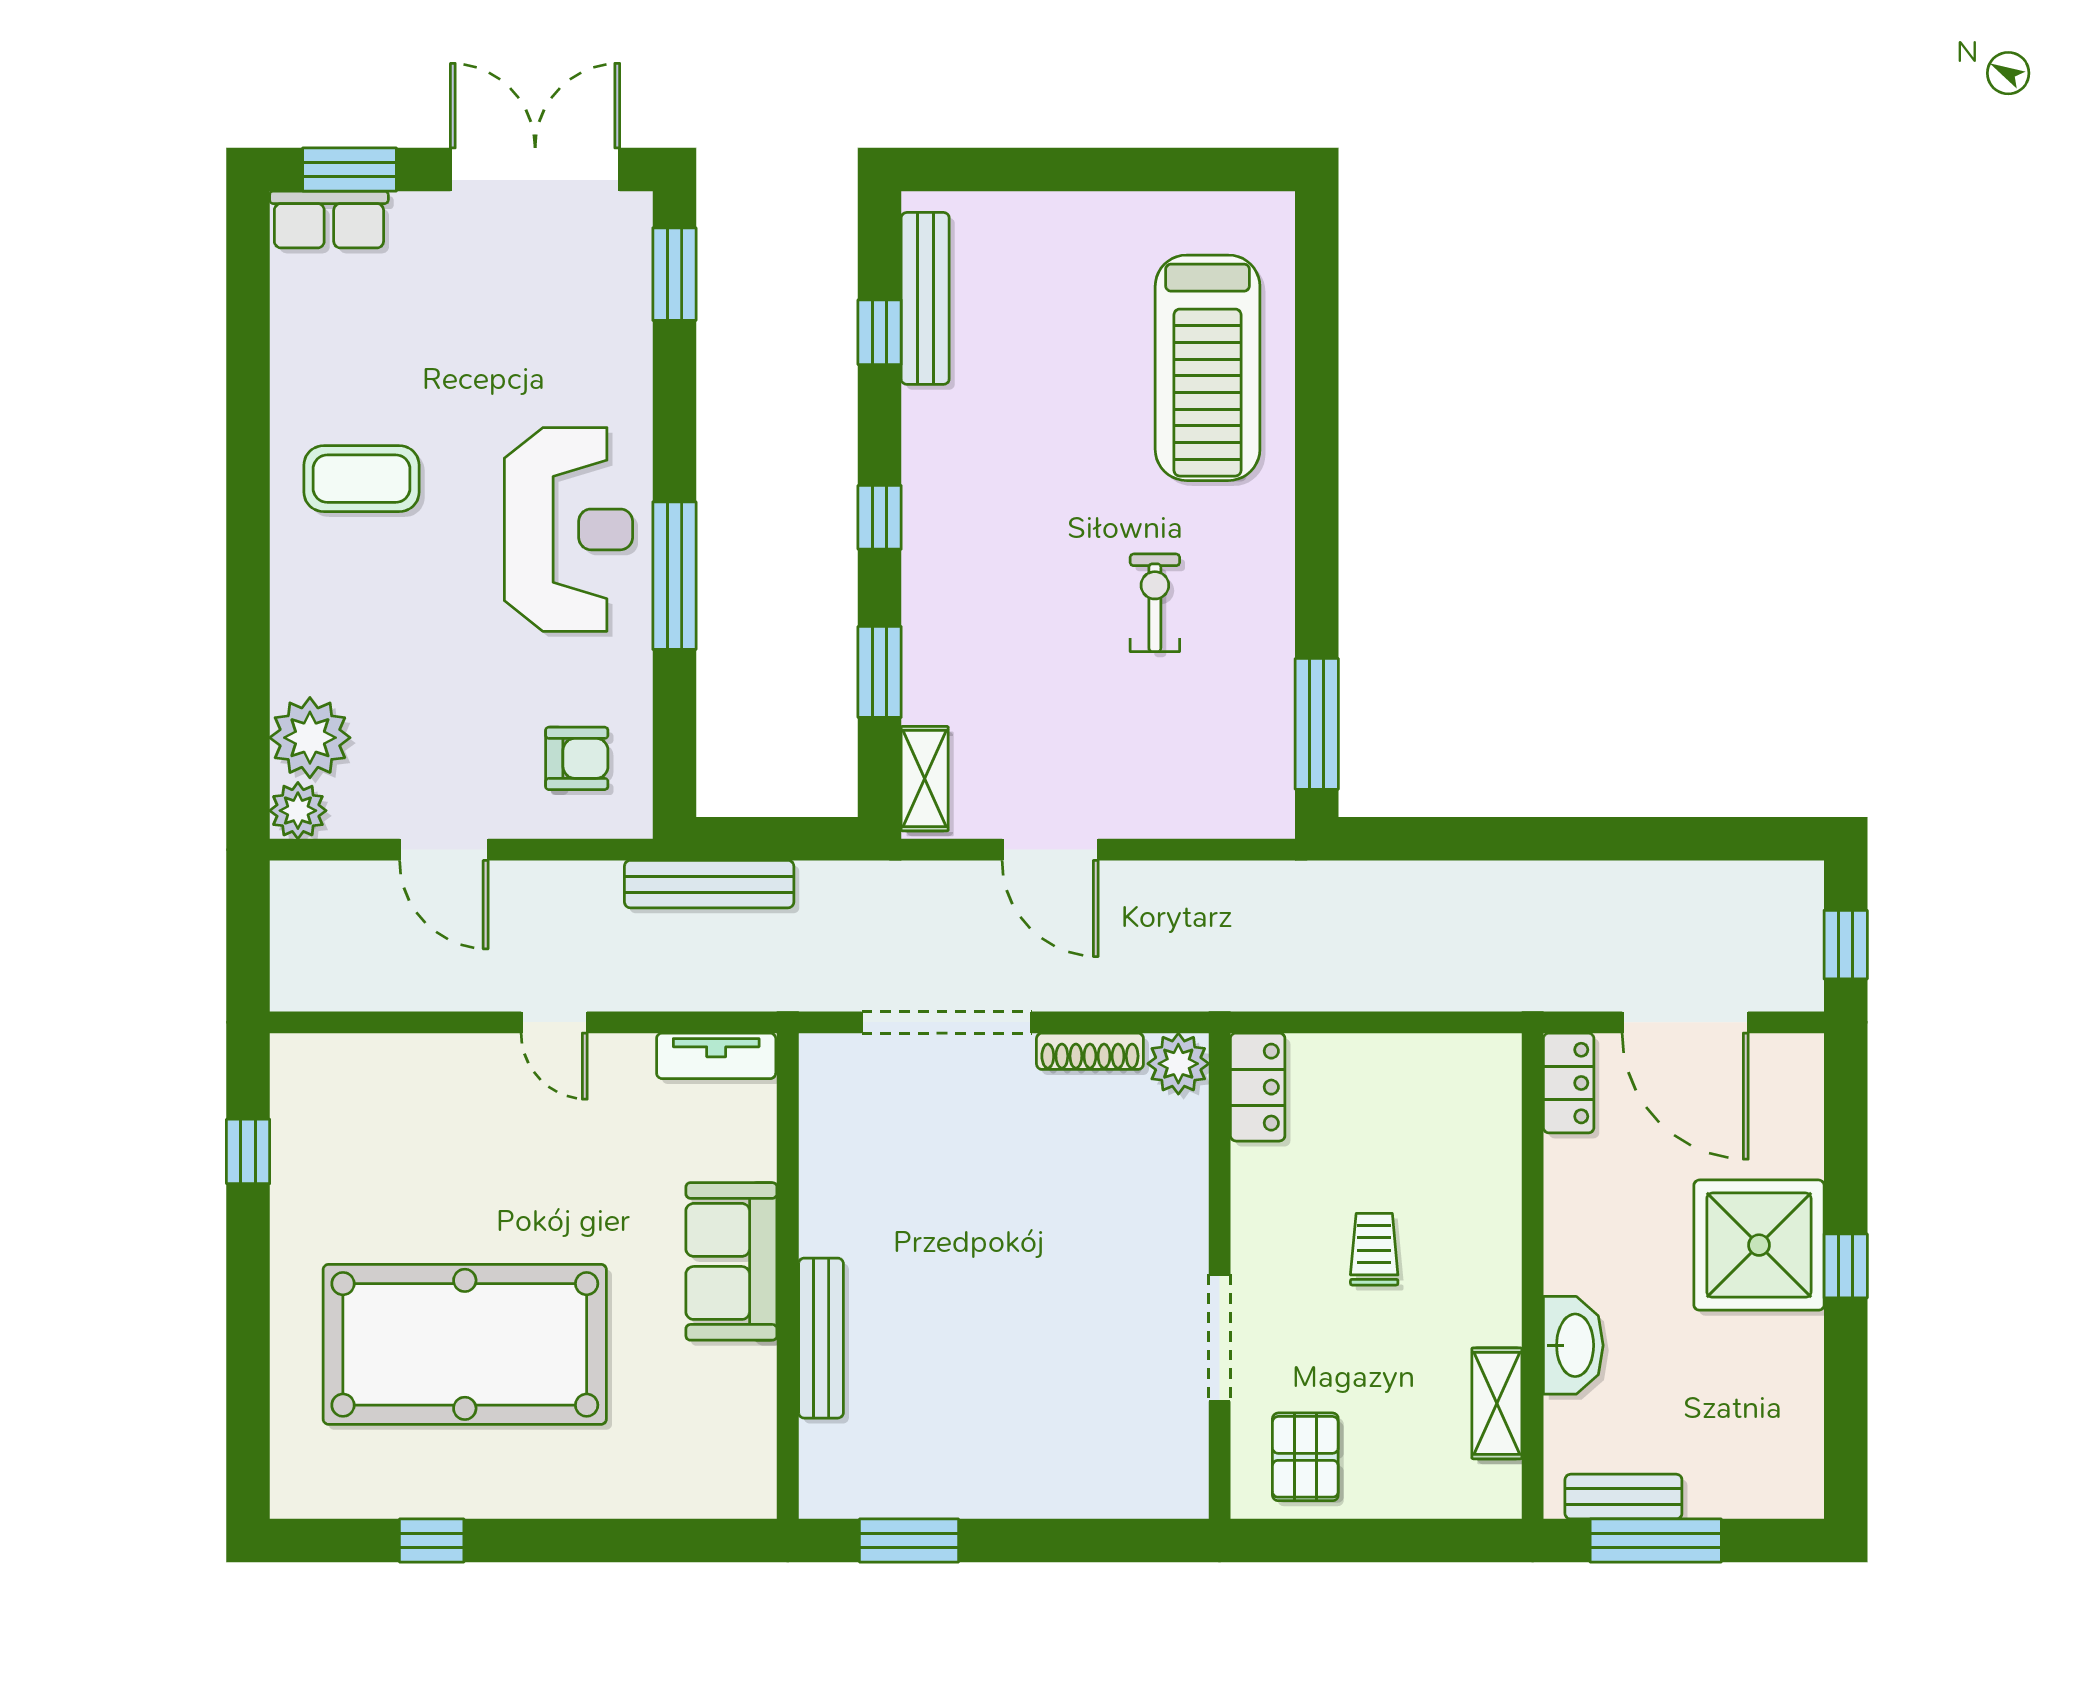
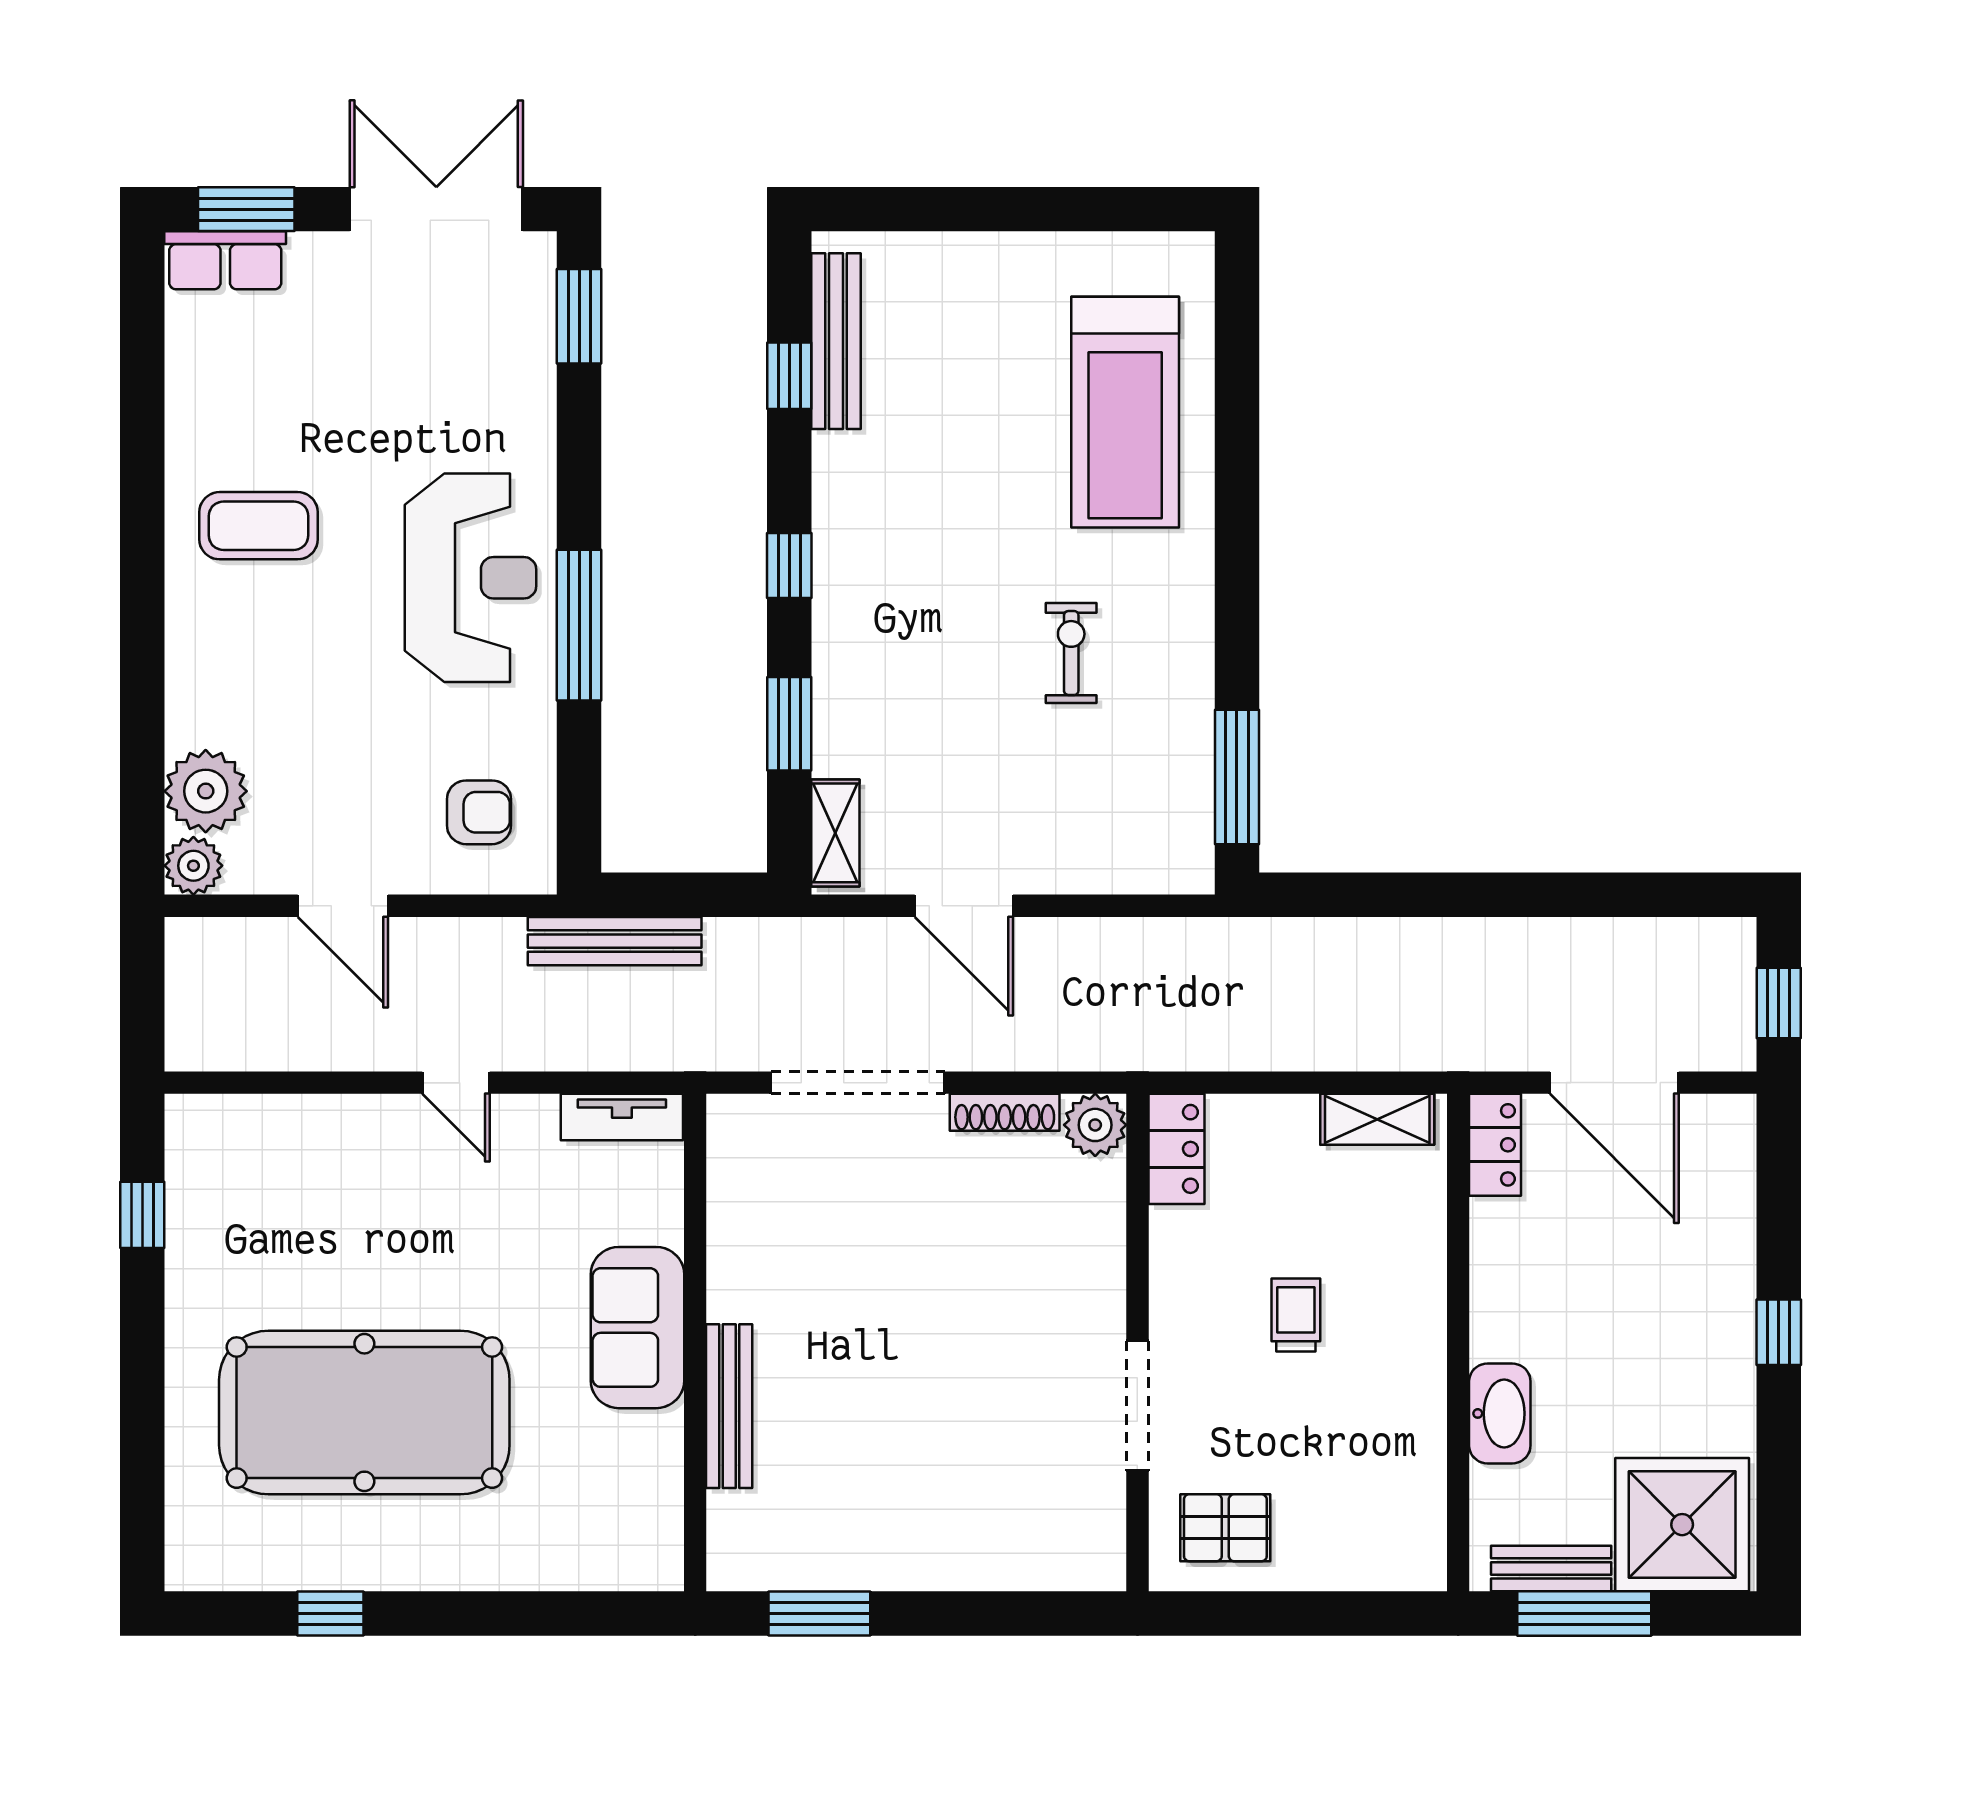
shower: (1759, 1245) -> (1682, 1525), moved
shelving: (1497, 1403) -> (1377, 1119), moved, turned 90
pallet: (1305, 1457) -> (1225, 1528), turned 90

